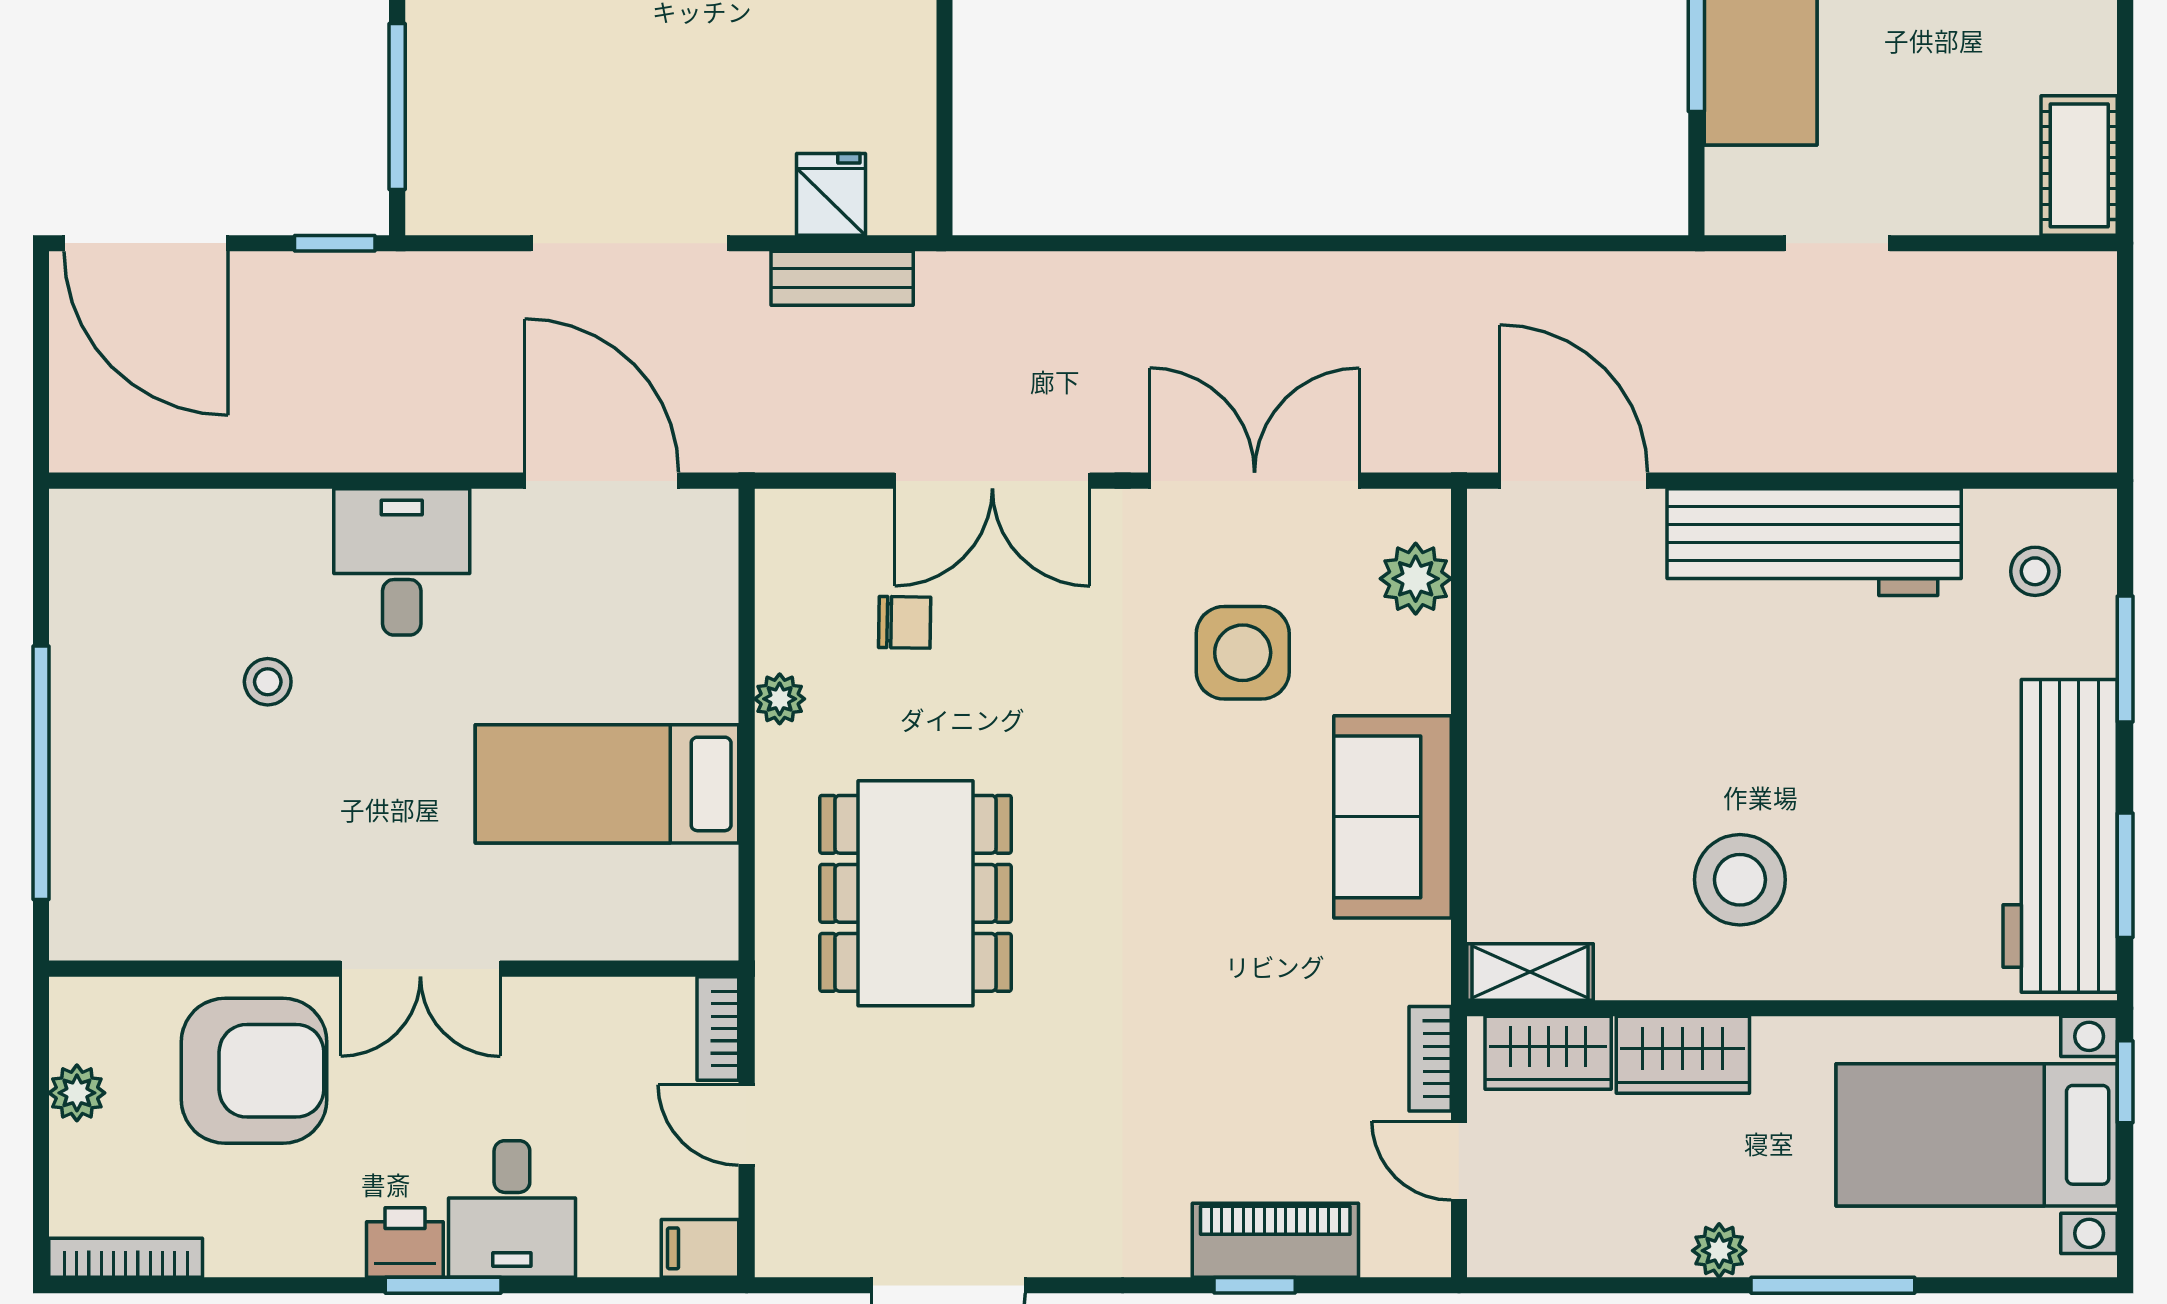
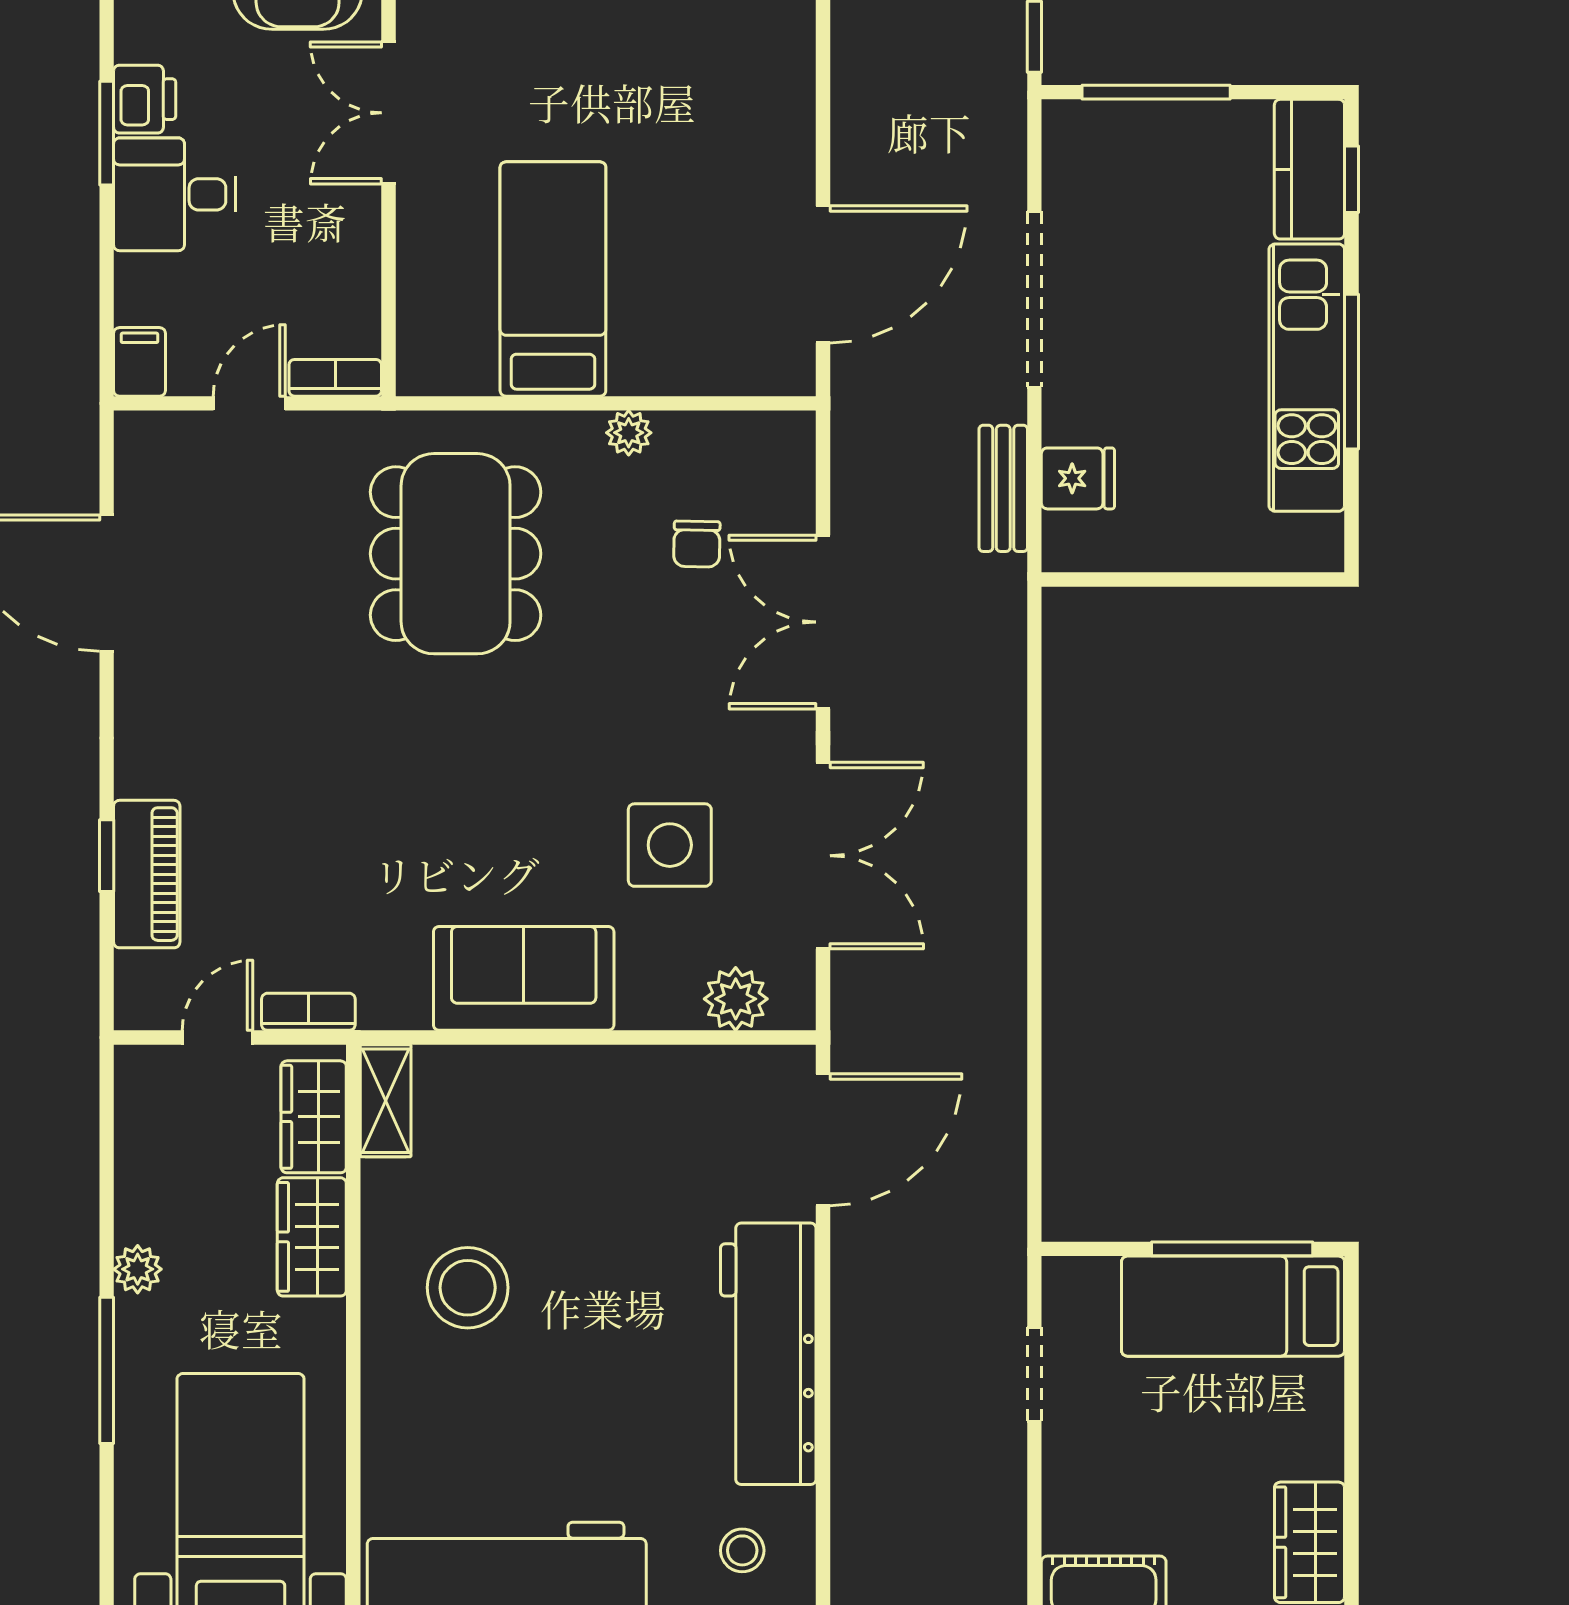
desk: (402, 562) -> (751, 96), removed
dining table: (916, 893) -> (456, 554), turned 90

